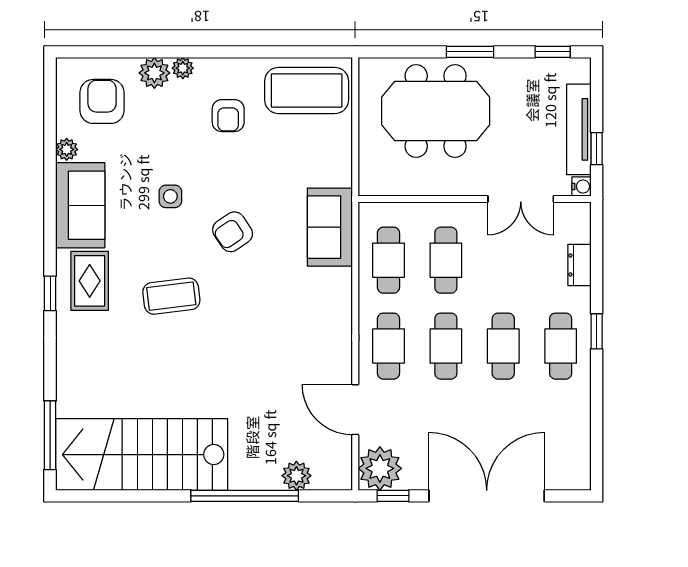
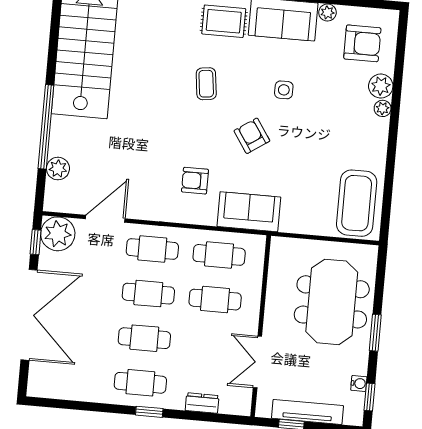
armchair: (228, 116) -> (195, 181), moved
water cooler: (581, 186) -> (359, 383), moved, turned -90
coffee table: (171, 296) -> (206, 84), width x0.73, depth x0.77

